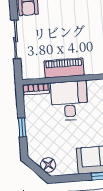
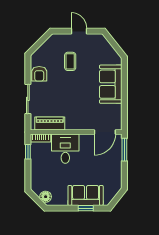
piano: (64, 68) -> (50, 124), moved
window: (22, 127) -> (28, 152), moved

